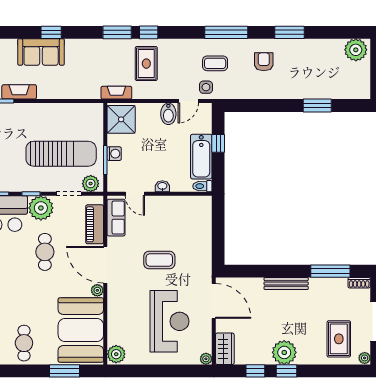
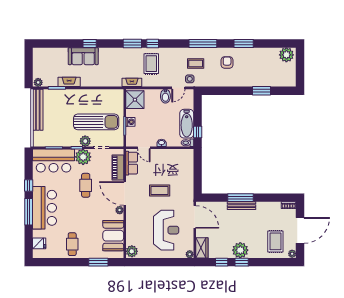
window: (218, 143) -> (198, 132), moved
plant: (91, 184) -> (85, 141), moved
window: (330, 271) -> (241, 198), moved
booth: (81, 330) -> (113, 236), width x0.73, depth x0.70

